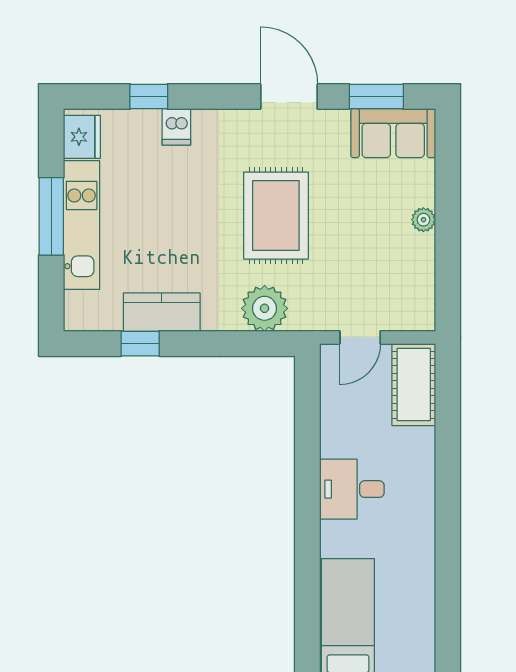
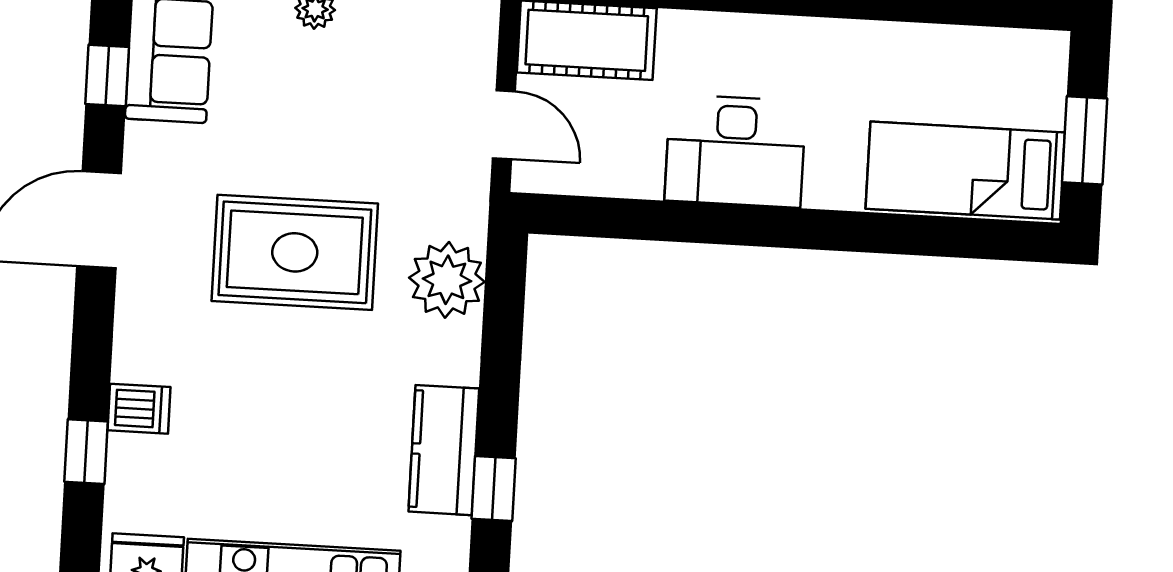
window: (376, 96) -> (107, 76), width x0.67
desk: (352, 489) -> (735, 151), width x1.37

